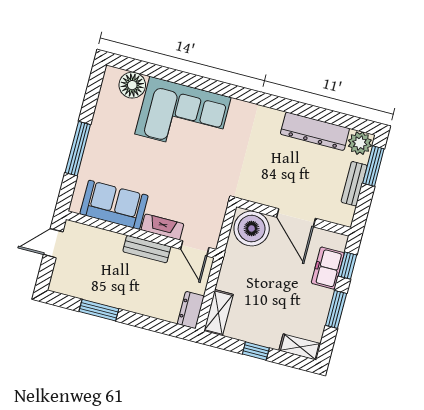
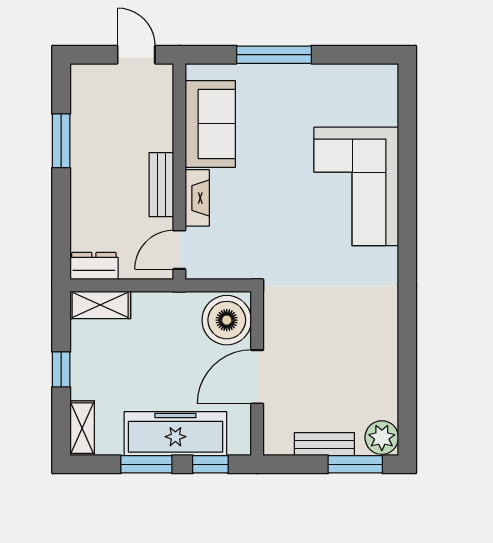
floor lamp: (132, 85) -> (380, 106), removed
dresser: (315, 131) -> (382, 372), removed
freezer: (328, 268) -> (175, 434), width x1.91, depth x1.26

